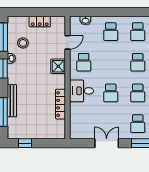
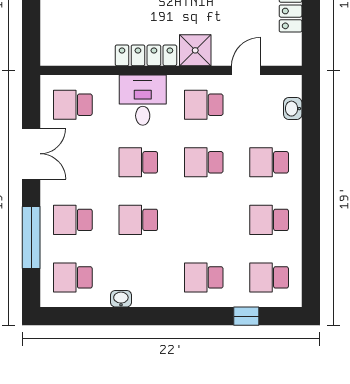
door: (68, 42) -> (246, 70), swing flipped
school desk: (138, 62) -> (204, 162), moved
locker: (61, 104) -> (146, 55), moved
school desk: (84, 124) -> (73, 105), added

